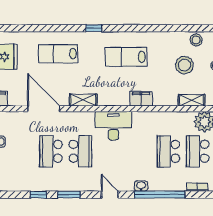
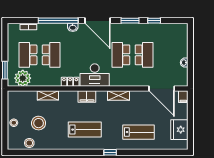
filing cabinet: (141, 99) -> (87, 96), moved
shelving: (192, 100) -> (48, 95), moved
door: (44, 109) -> (162, 89), moved
locker: (144, 117) -> (70, 82), added
school desk: (198, 151) -> (28, 55), turned 180
door: (110, 195) -> (98, 21), width x1.87

